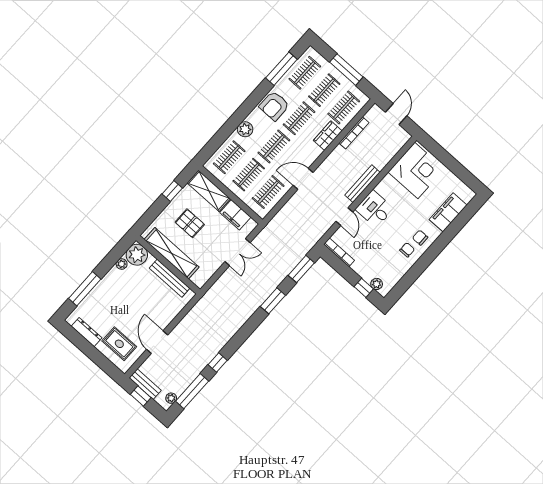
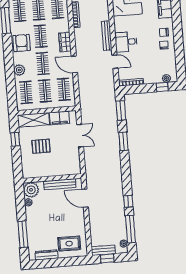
armchair: (274, 106) -> (22, 43), turned 180
wardrobe: (328, 136) -> (65, 42), moved
door: (303, 179) -> (74, 64), hinge flipped
shelving: (172, 253) -> (48, 171), removed
door: (157, 342) -> (85, 198), moved

